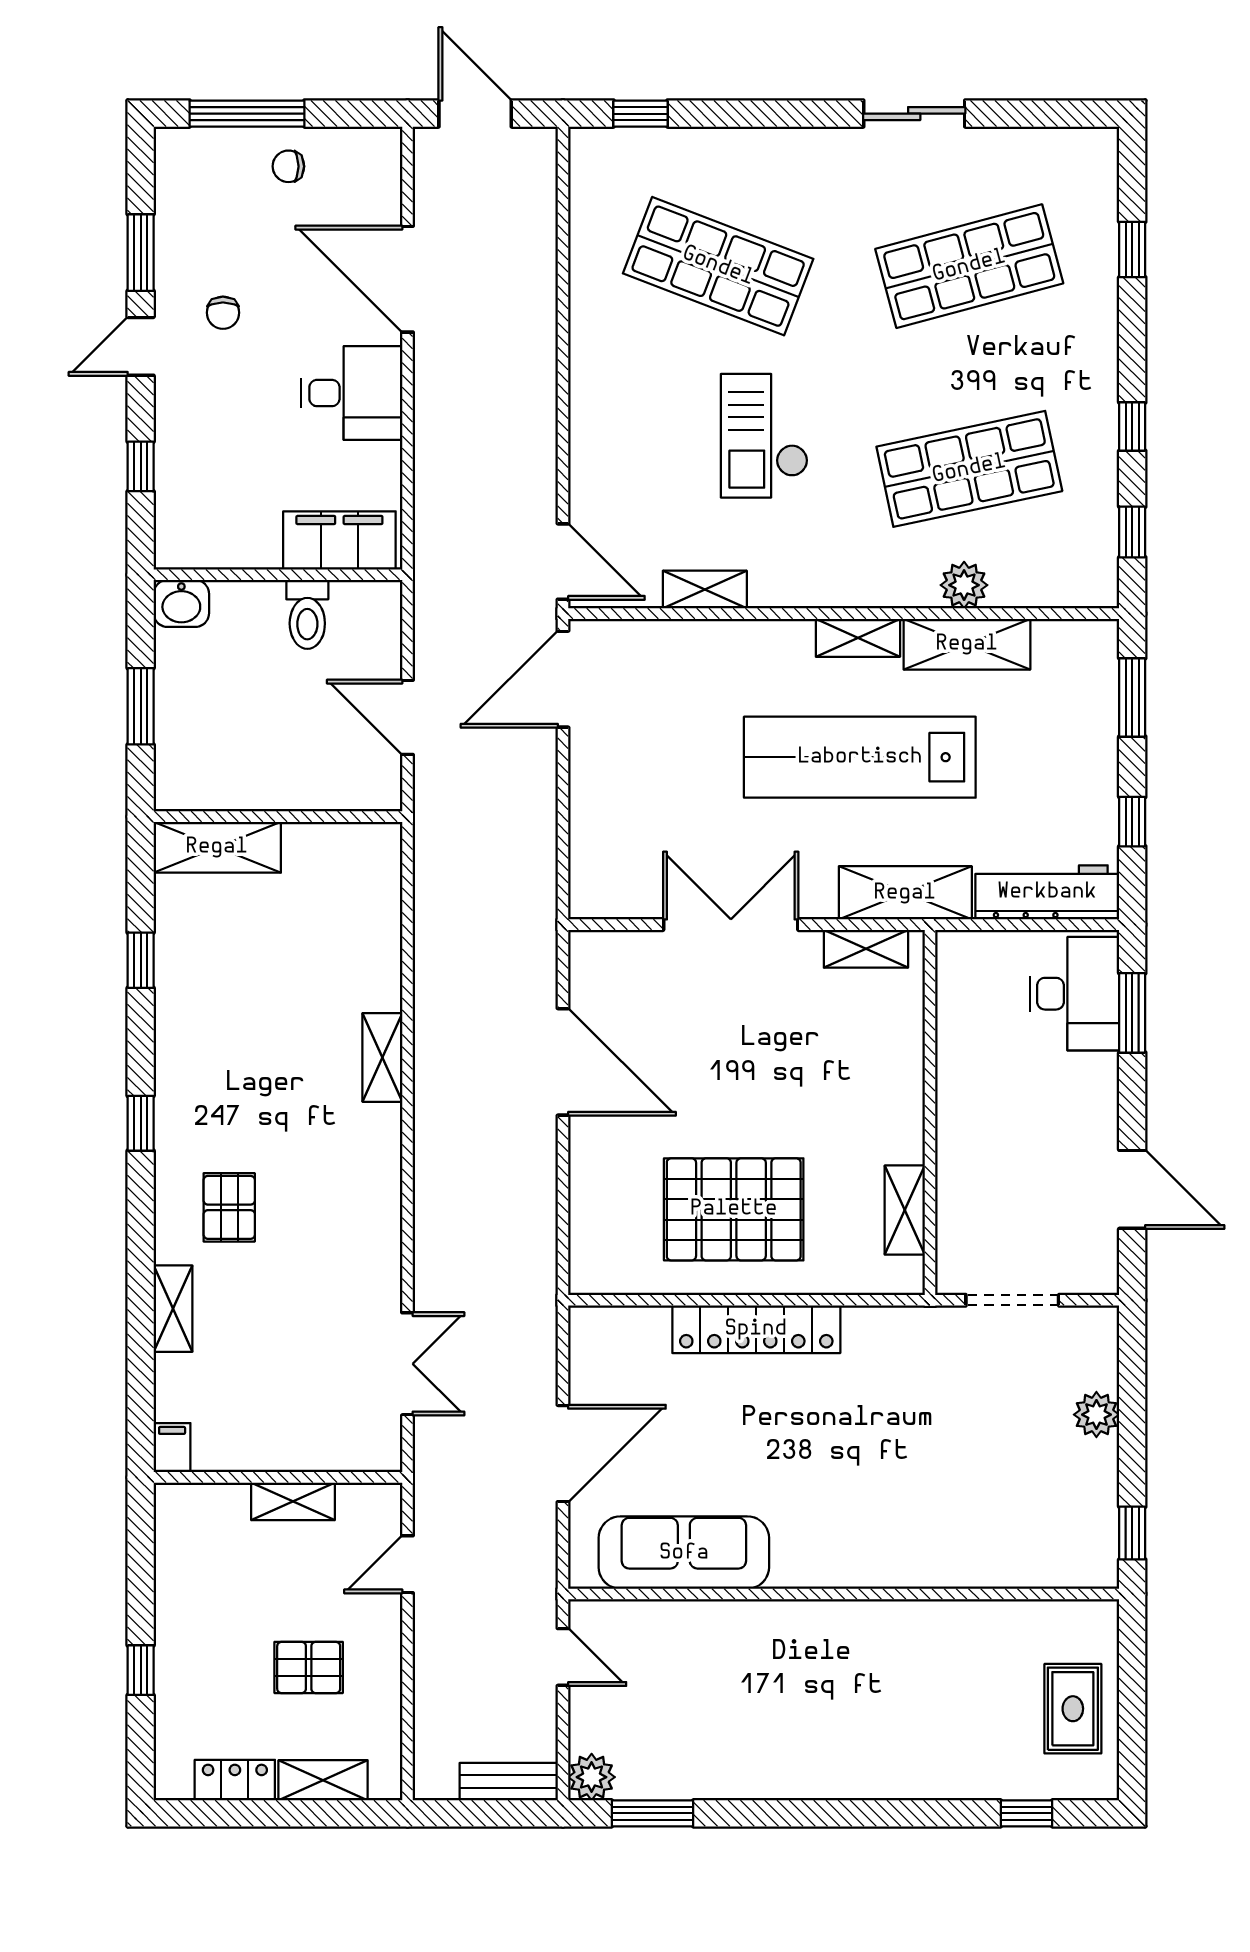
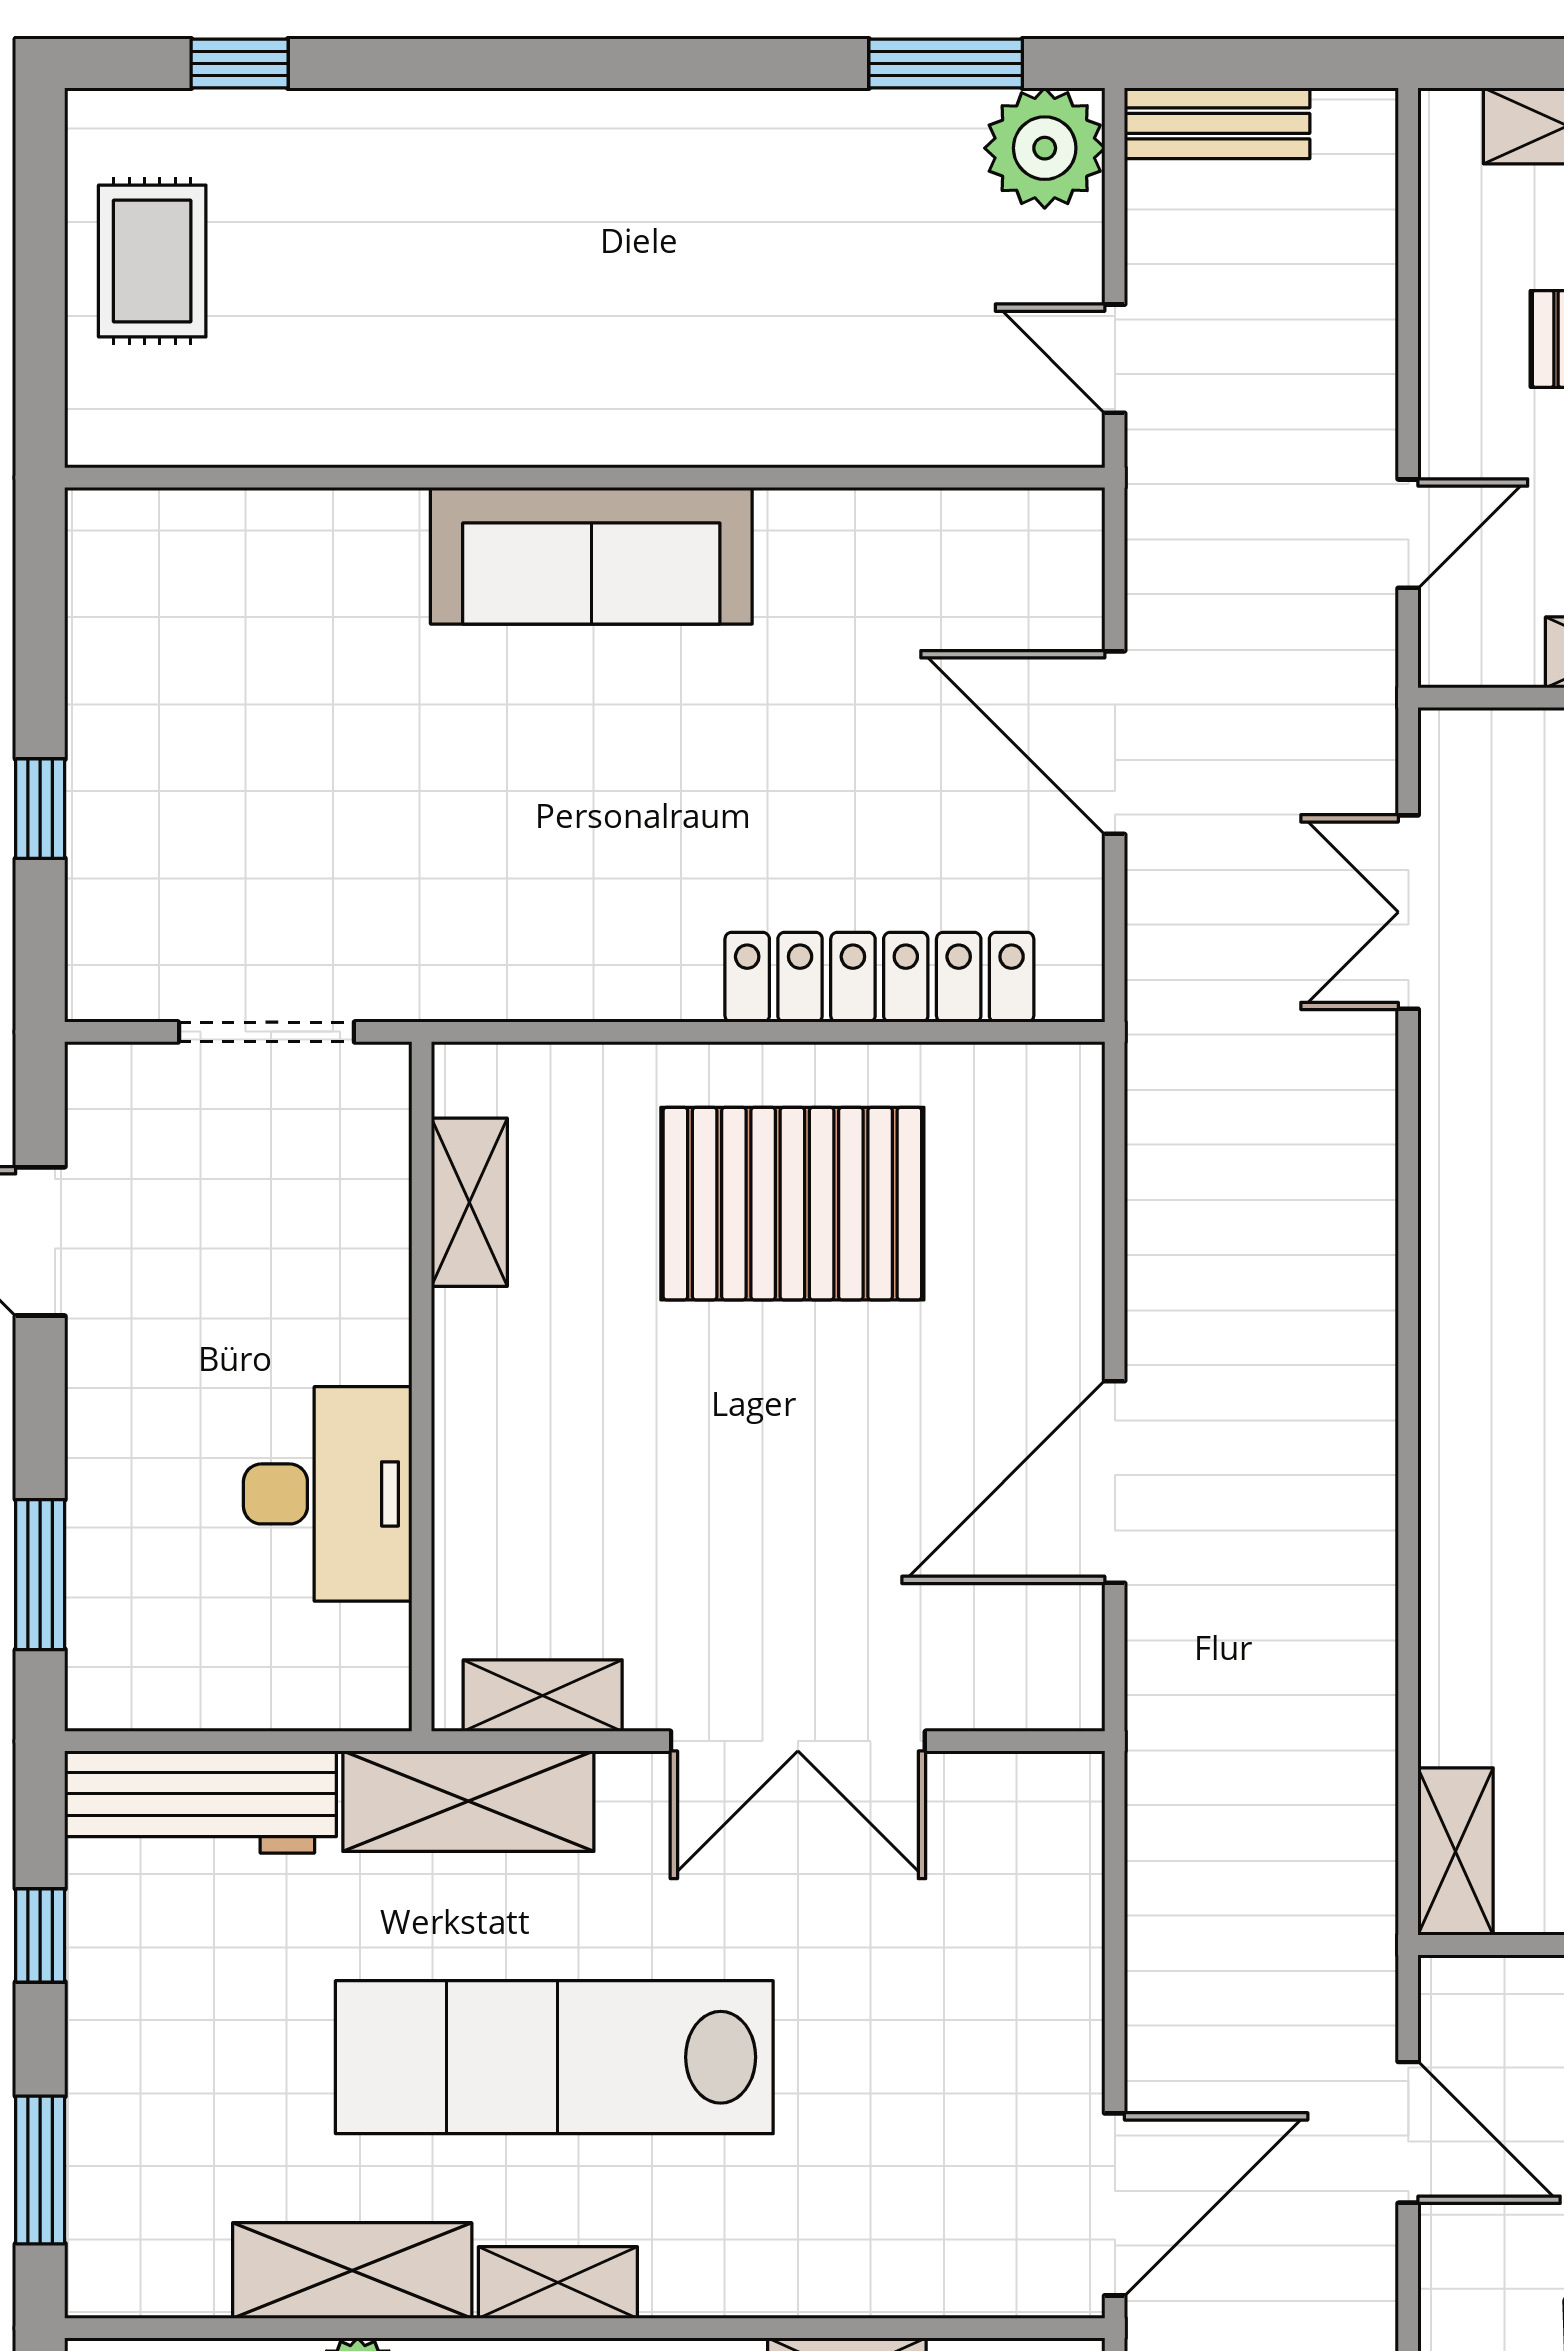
lab bench: (860, 757) -> (554, 2057), turned 180
desk: (1075, 994) -> (328, 1494), moved, turned 180
shelving: (382, 1057) -> (1456, 1852), moved
door: (563, 1062) -> (1115, 1482), hinge flipped
locker: (756, 1329) -> (879, 977), moved
plant: (1096, 1415) -> (108, 816), removed
door: (563, 1454) -> (1115, 743), hinge flipped
window: (1132, 1533) -> (40, 809), moved
sofa: (684, 1553) -> (591, 556), moved
plant: (592, 1777) -> (1045, 148), width x1.36, depth x1.36

